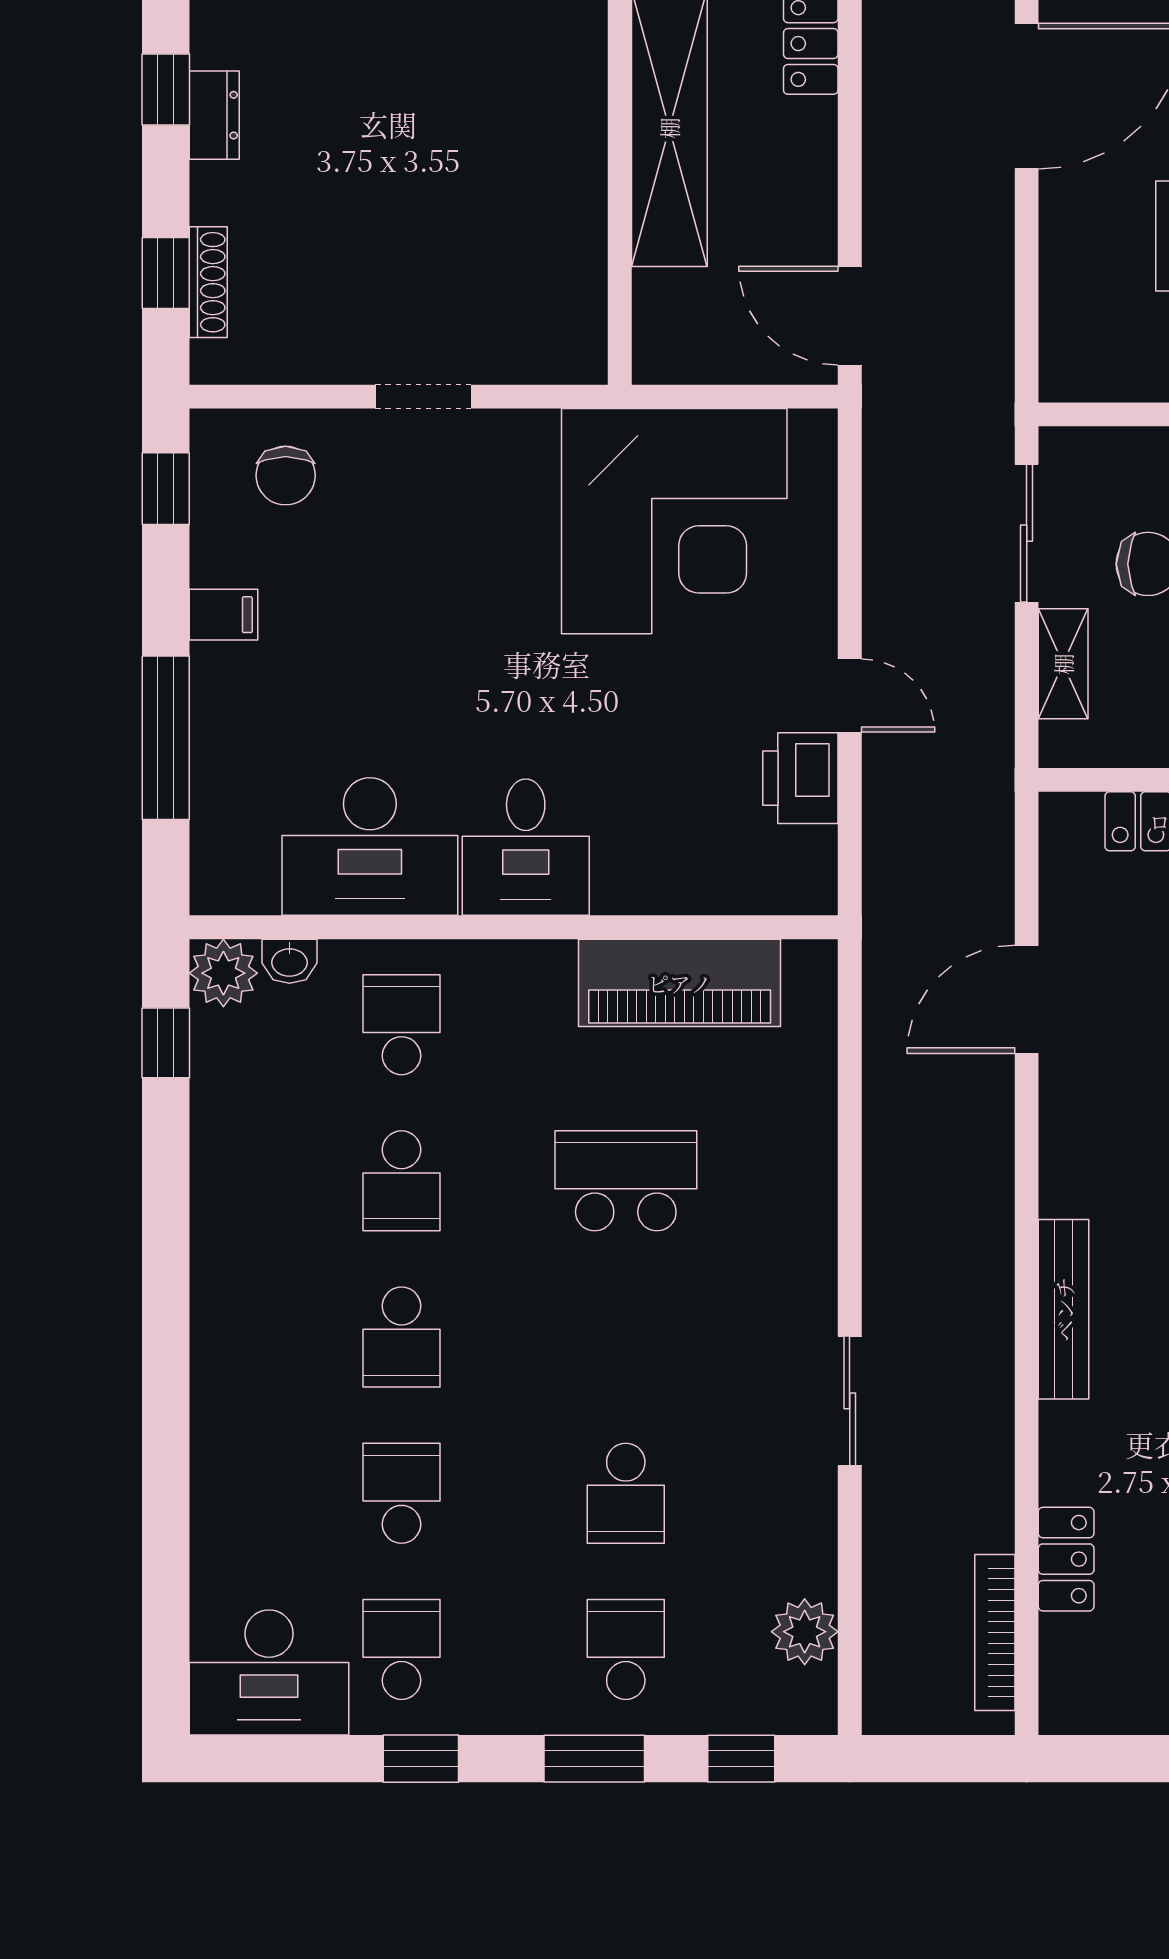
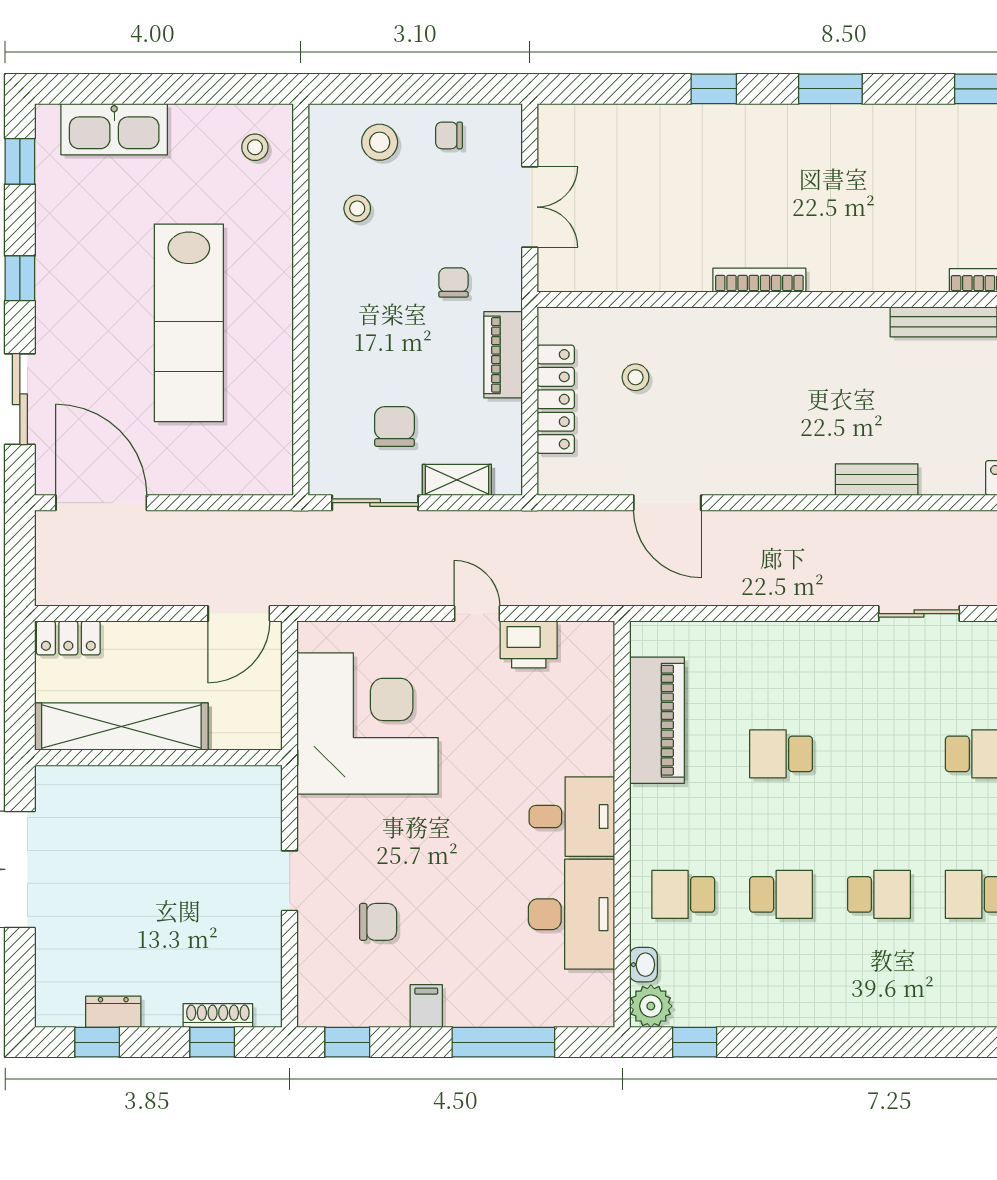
chair: (286, 476) -> (378, 922), moved
door: (850, 696) -> (477, 614), hinge flipped
school desk: (626, 1181) -> (781, 754), width x0.54
bench: (1064, 1309) -> (877, 480), width x0.73

